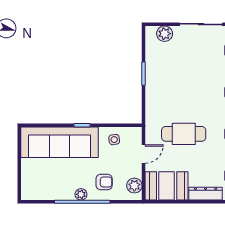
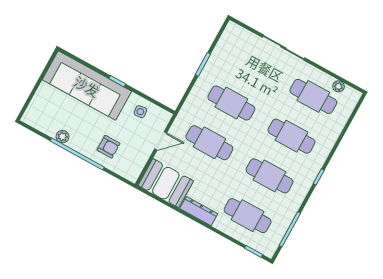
plant: (165, 34) -> (244, 37), removed
cafe table: (184, 92) -> (231, 103), added
plant: (134, 186) -> (135, 166), removed
plant: (81, 194) -> (62, 137), moved

